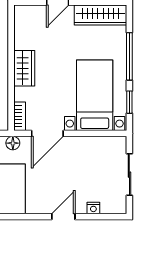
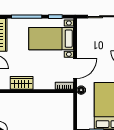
wardrobe: (24, 68) -> (22, 83), moved
door: (47, 133) -> (75, 68), hinge flipped

